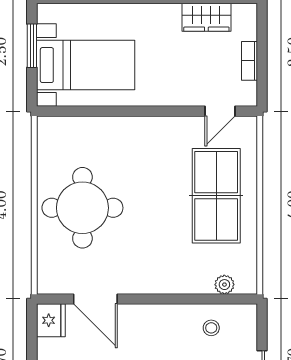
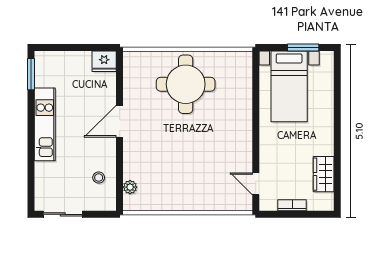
table tennis table: (216, 196) -> (194, 181), removed
door: (95, 299) -> (120, 121), moved

